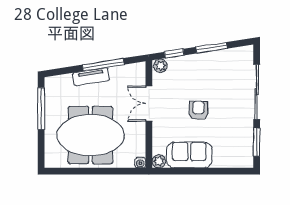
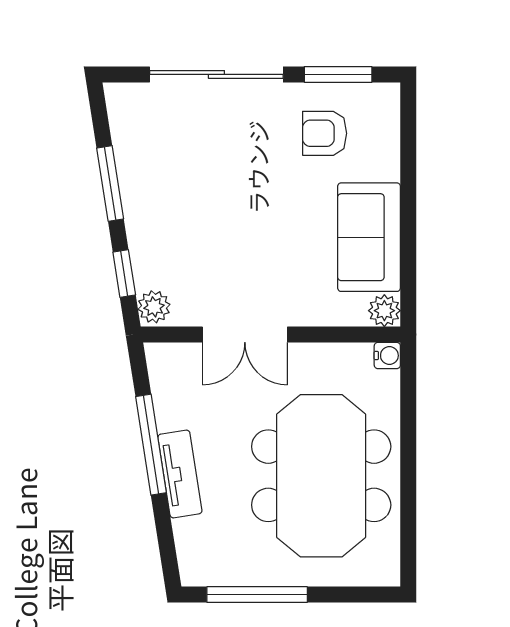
armchair: (198, 110) -> (325, 133), moved

